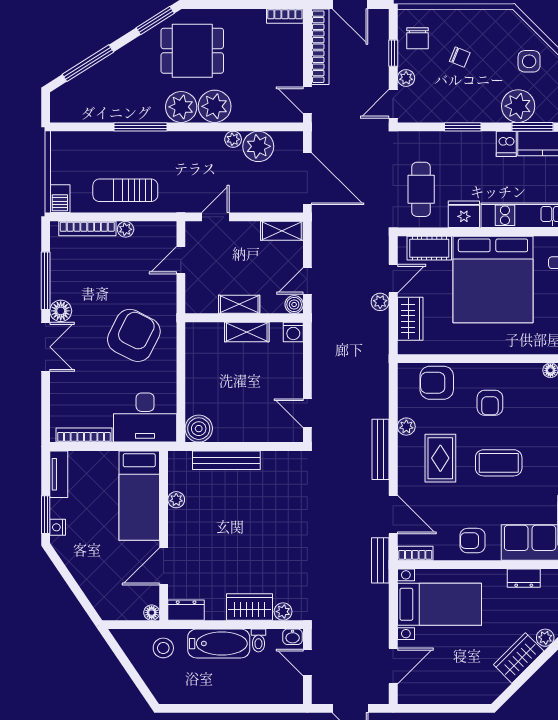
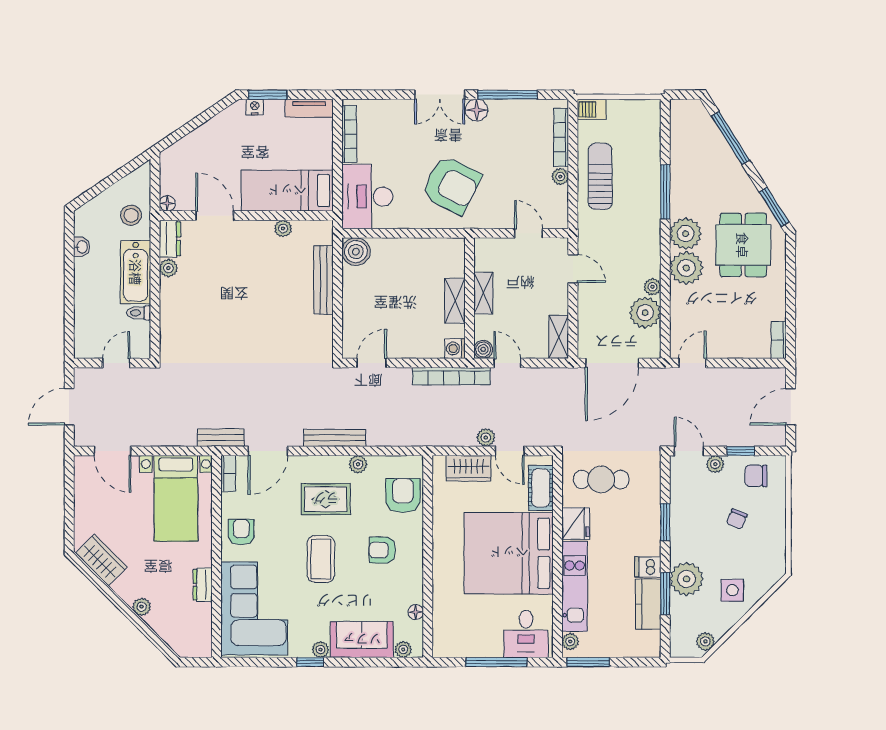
bookcase: (320, 47) -> (451, 376), moved
wardrobe: (250, 607) -> (173, 304), removed
plant: (283, 612) -> (168, 268), moved
washbasin: (293, 637) -> (82, 247), moved, turned 180
wardrobe: (519, 658) -> (101, 560), moved

